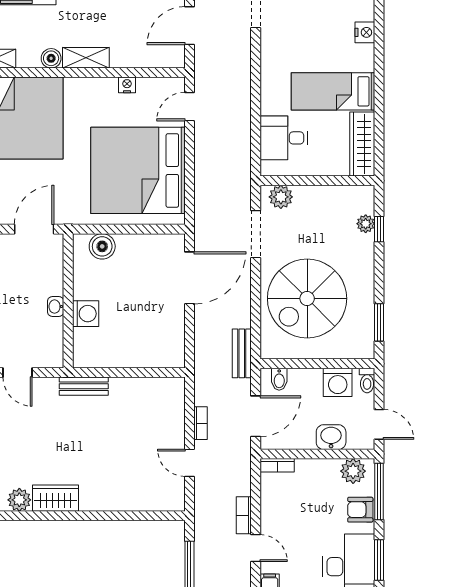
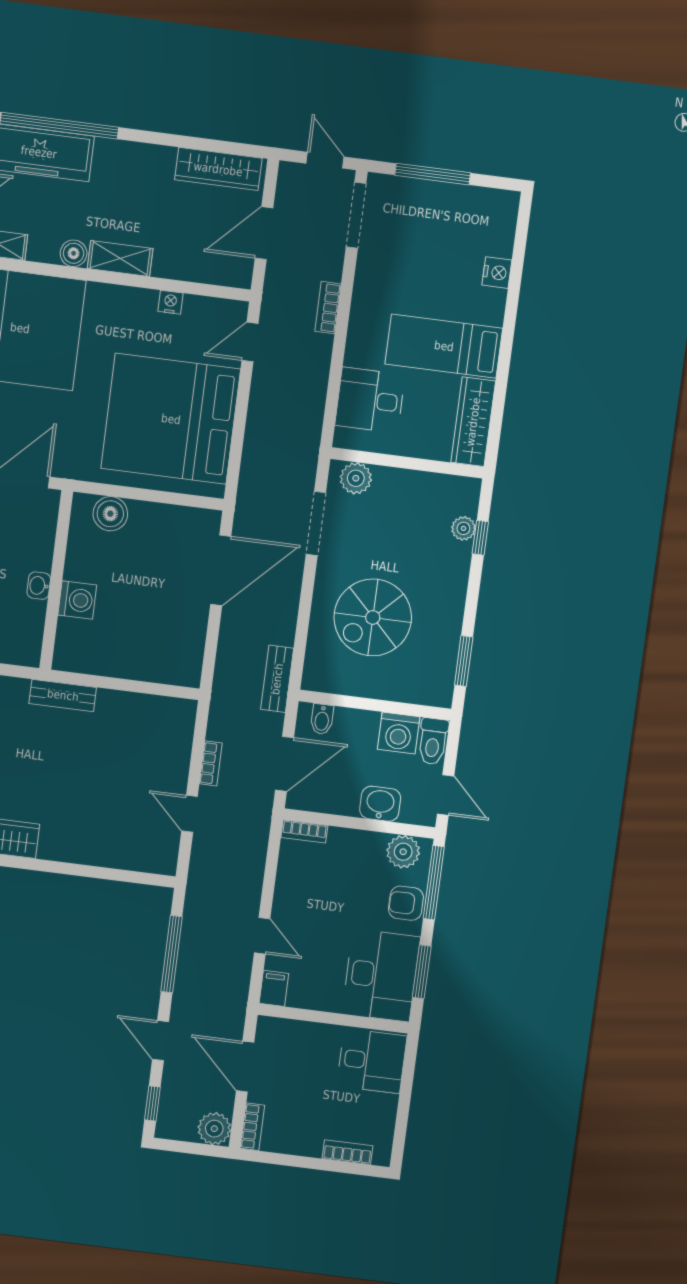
spiral stairs: (307, 298) -> (373, 617), width x0.73, depth x0.73
toilet: (367, 380) -> (433, 741), width x1.37, depth x1.39
bookcase: (244, 515) -> (328, 308), moved

